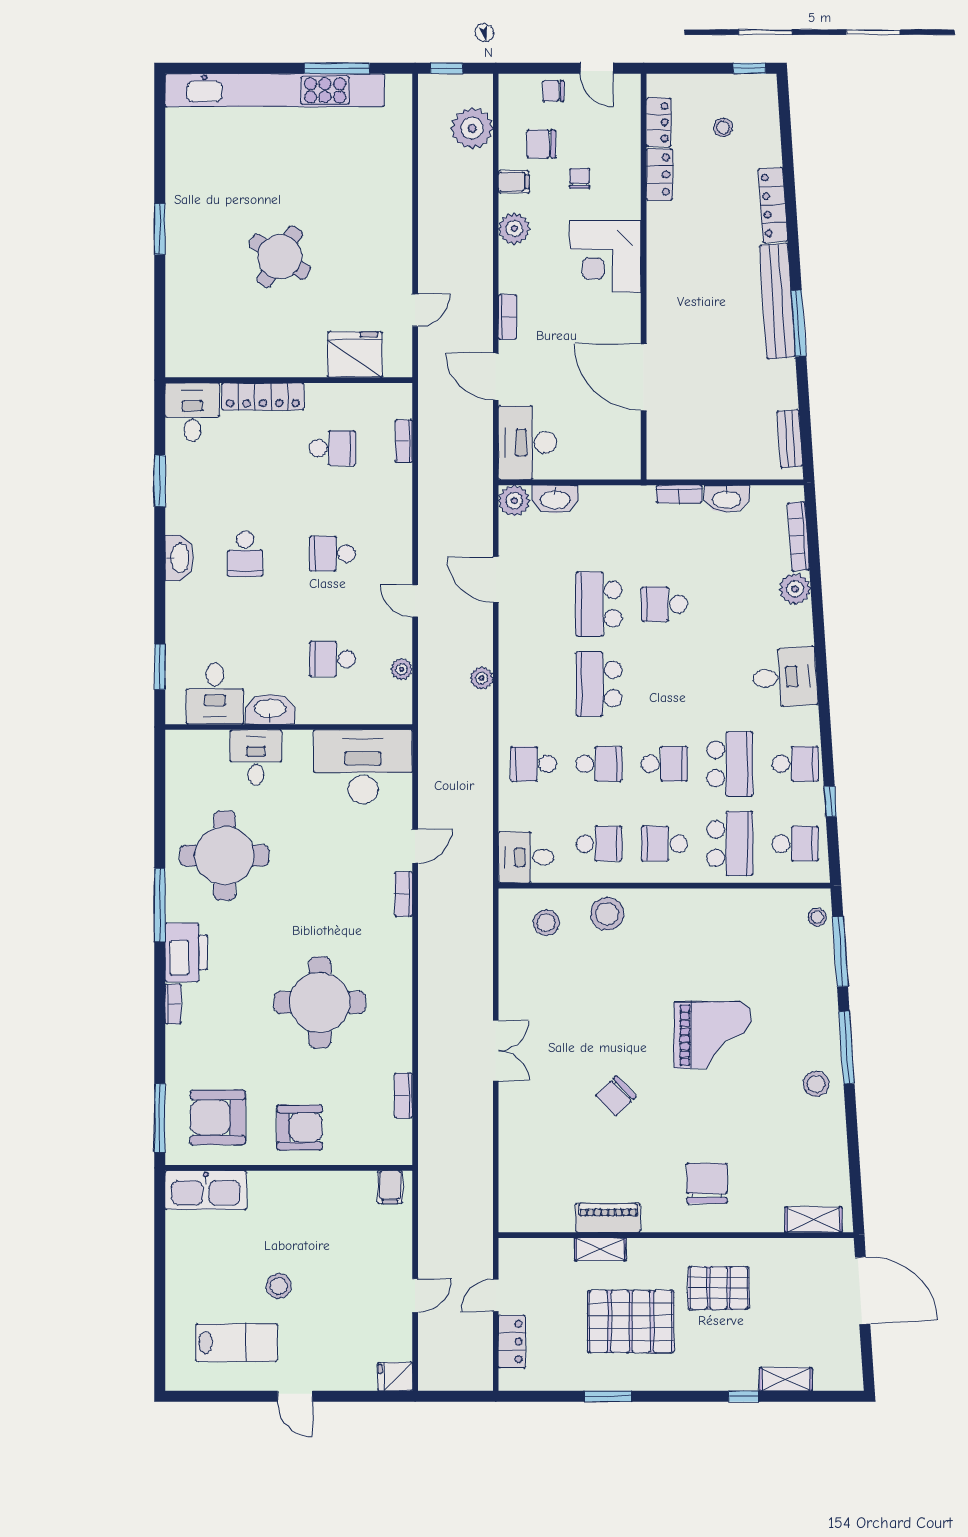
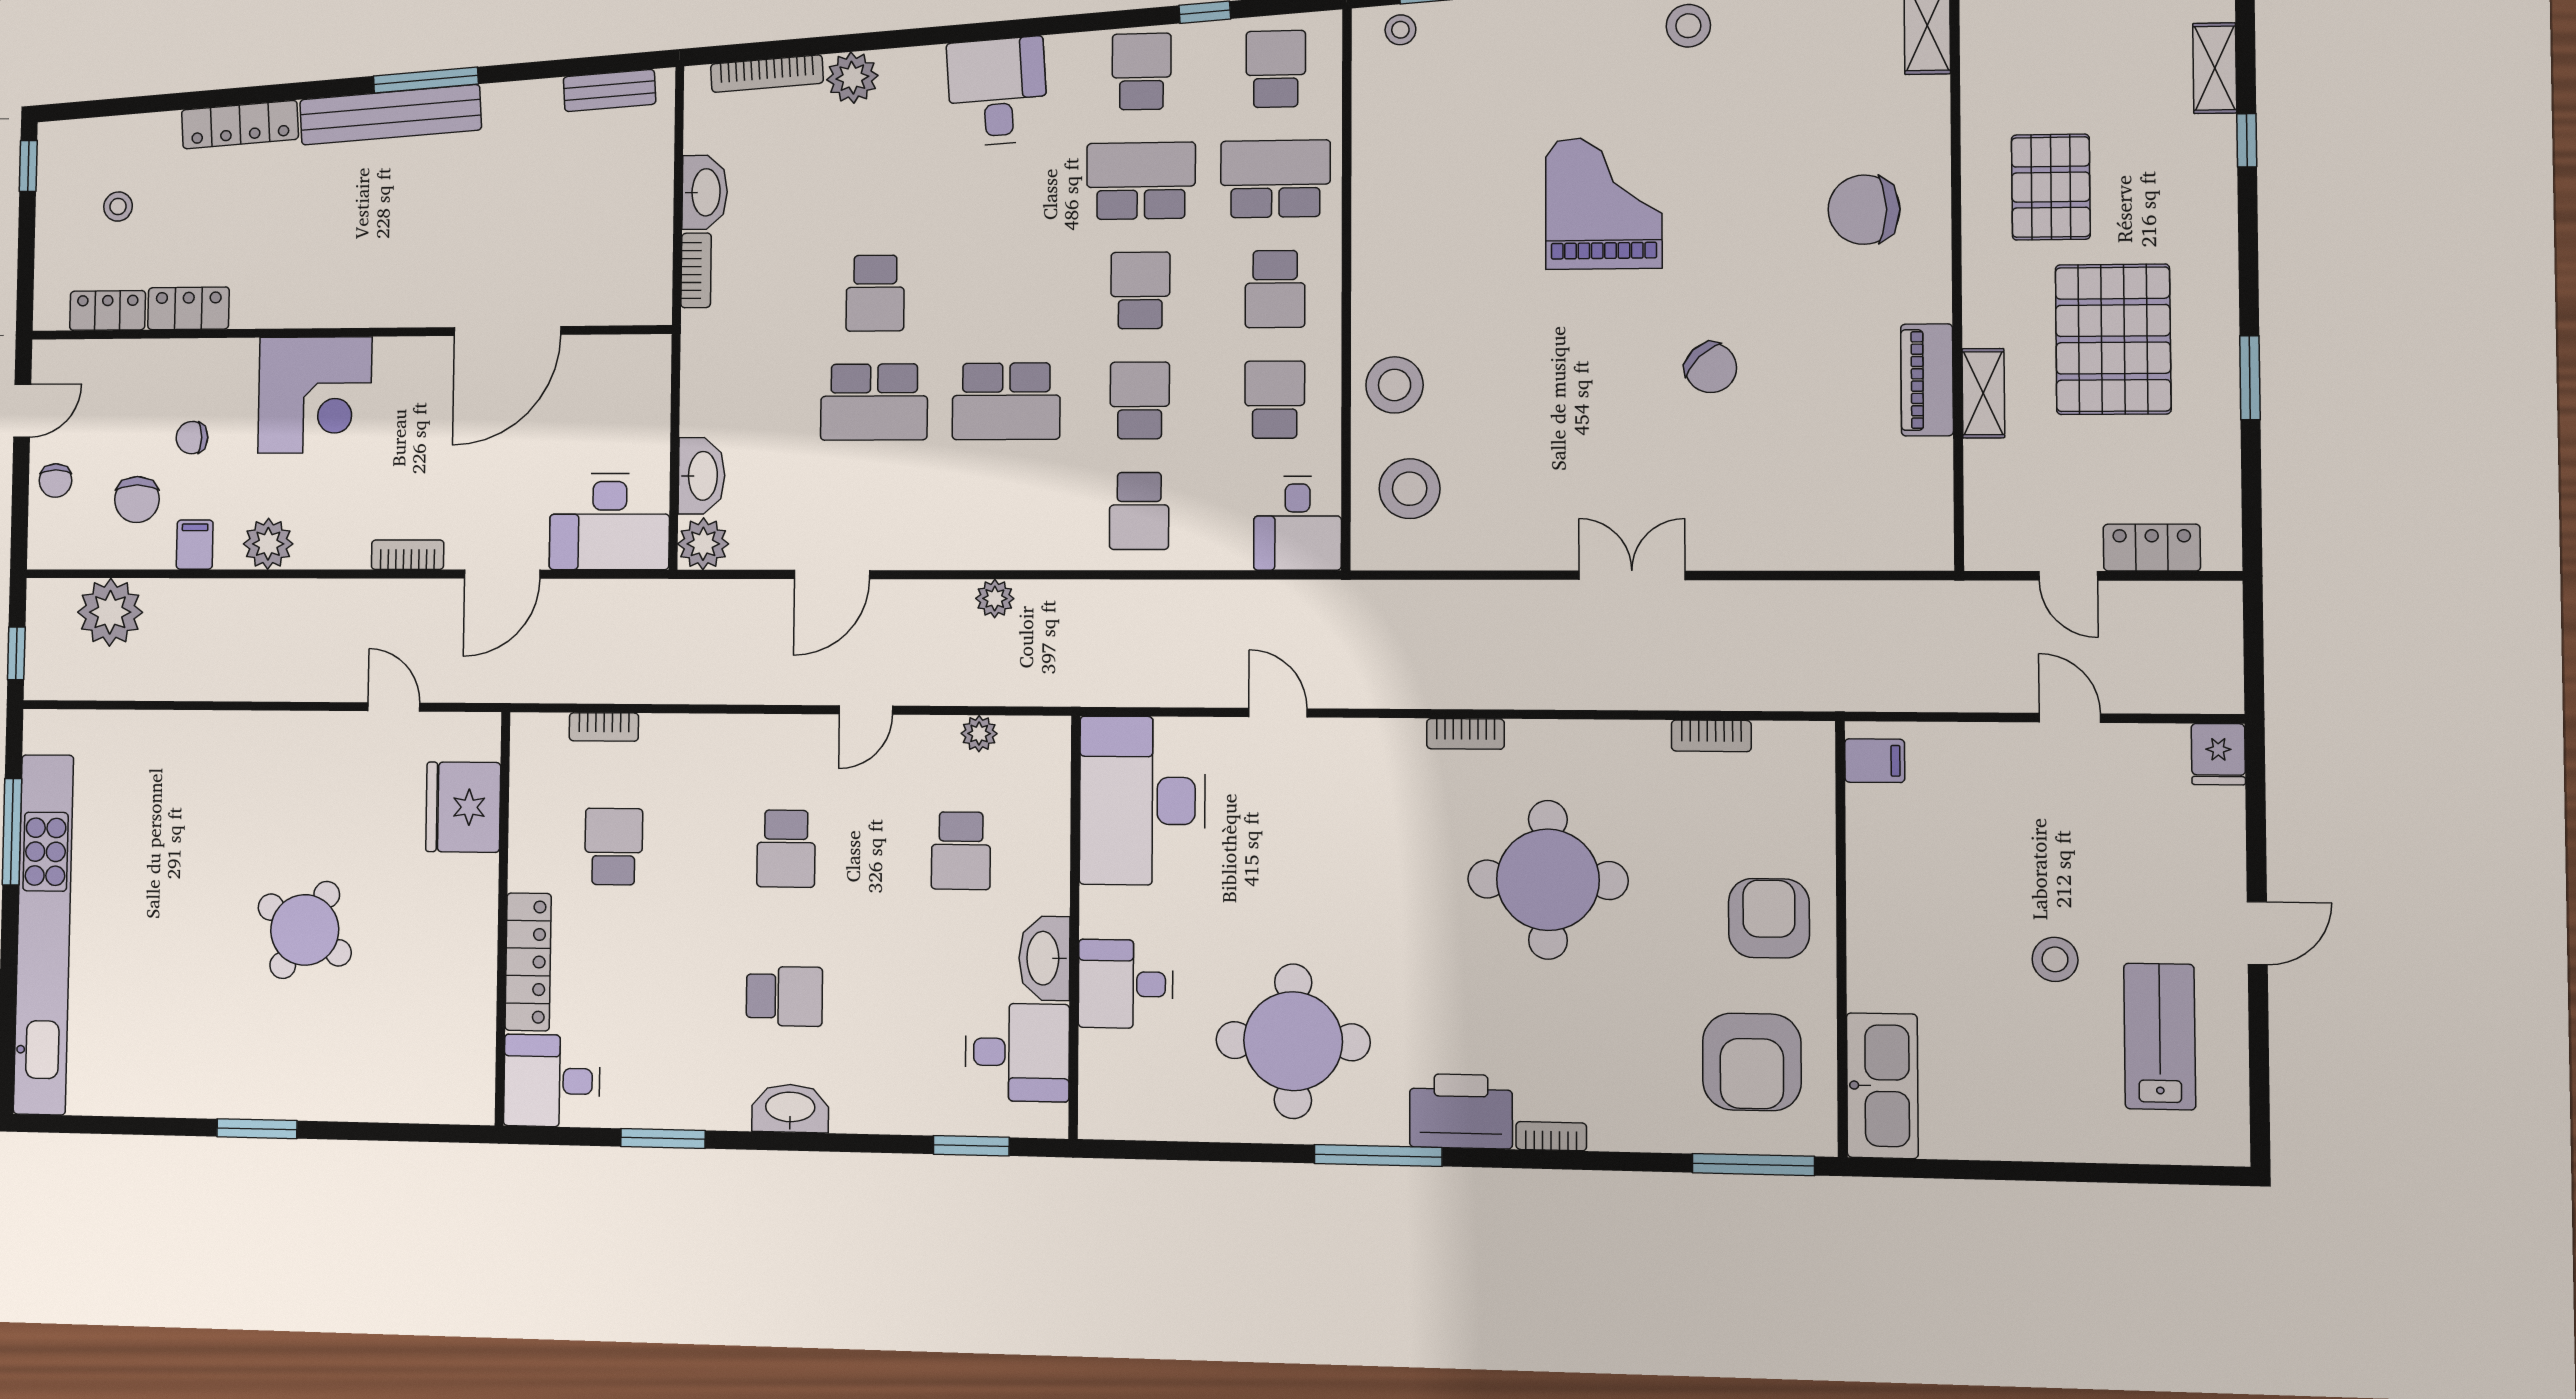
bookcase: (404, 894) -> (1465, 734), moved
stool: (546, 923) -> (1410, 489), width x1.38, depth x1.38

